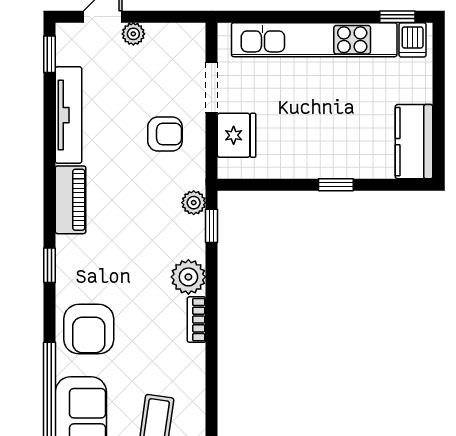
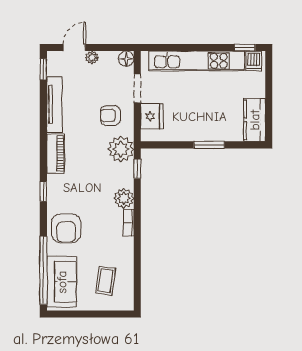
floor lamp: (192, 36) -> (126, 59), added
armchair: (165, 134) -> (110, 115), turned 180
window: (336, 185) -> (209, 145), width x1.50
plant: (194, 203) -> (121, 149), width x1.88, depth x1.88

